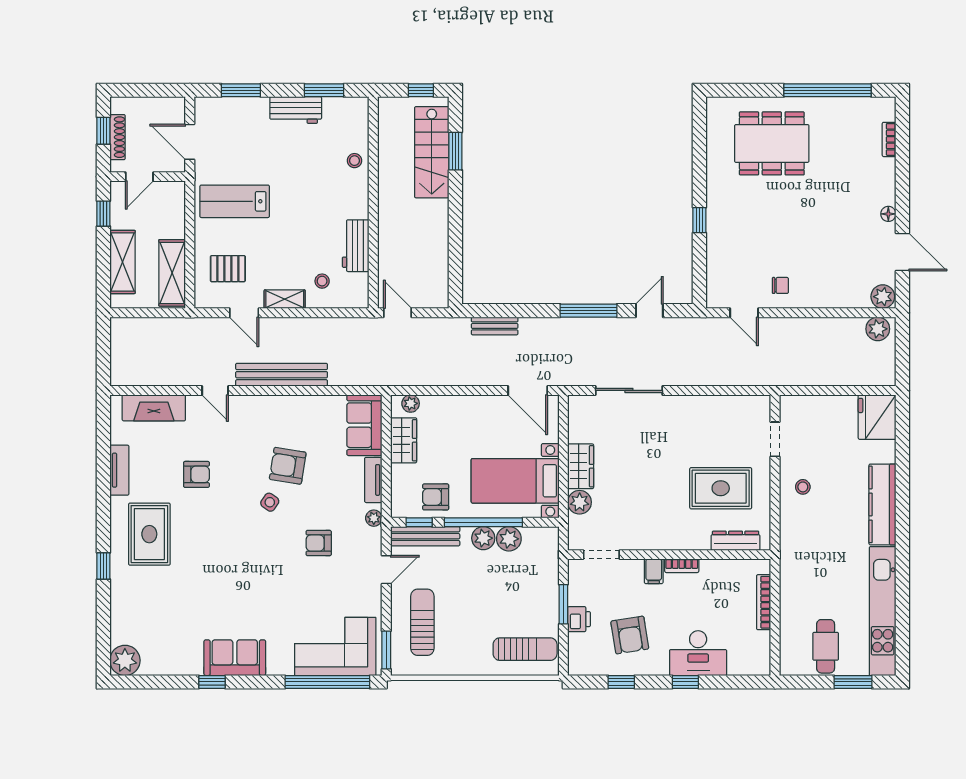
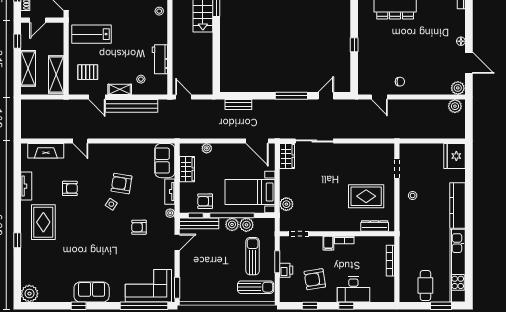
bench: (282, 375) -> (132, 106), moved
plant: (411, 403) -> (207, 148), moved
wardrobe: (581, 466) -> (287, 156), moved
sun lounger: (422, 622) -> (253, 256), moved
armchair: (630, 635) -> (315, 279), turned 90

